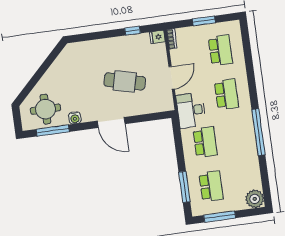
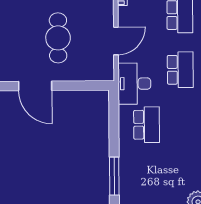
cafe table: (125, 81) -> (58, 38), turned 76
school desk: (211, 186) -> (147, 179), removed

